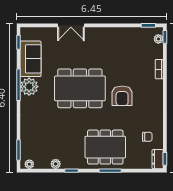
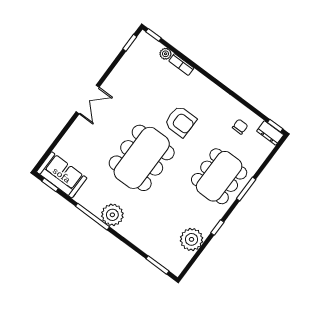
double door: (71, 25) -> (88, 99), moved
plant: (158, 39) -> (166, 54), moved
sofa: (31, 59) -> (62, 175), moved
plant: (29, 87) -> (112, 215), moved
plant: (29, 164) -> (180, 265), removed
plant: (56, 164) -> (192, 239), width x1.88, depth x1.88

